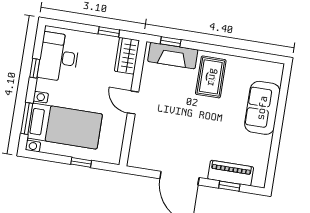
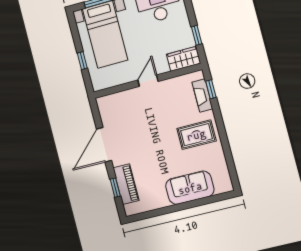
fireplace: (173, 56) -> (202, 96), width x0.73, depth x0.76

